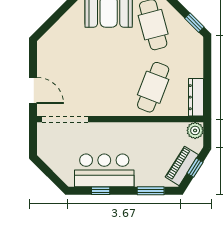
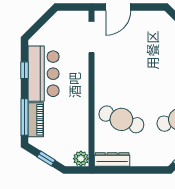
doorway: (65, 119) -> (92, 37), width x0.73
piano: (182, 166) -> (36, 120), moved, turned 58
window: (151, 191) -> (24, 117), width x1.44

